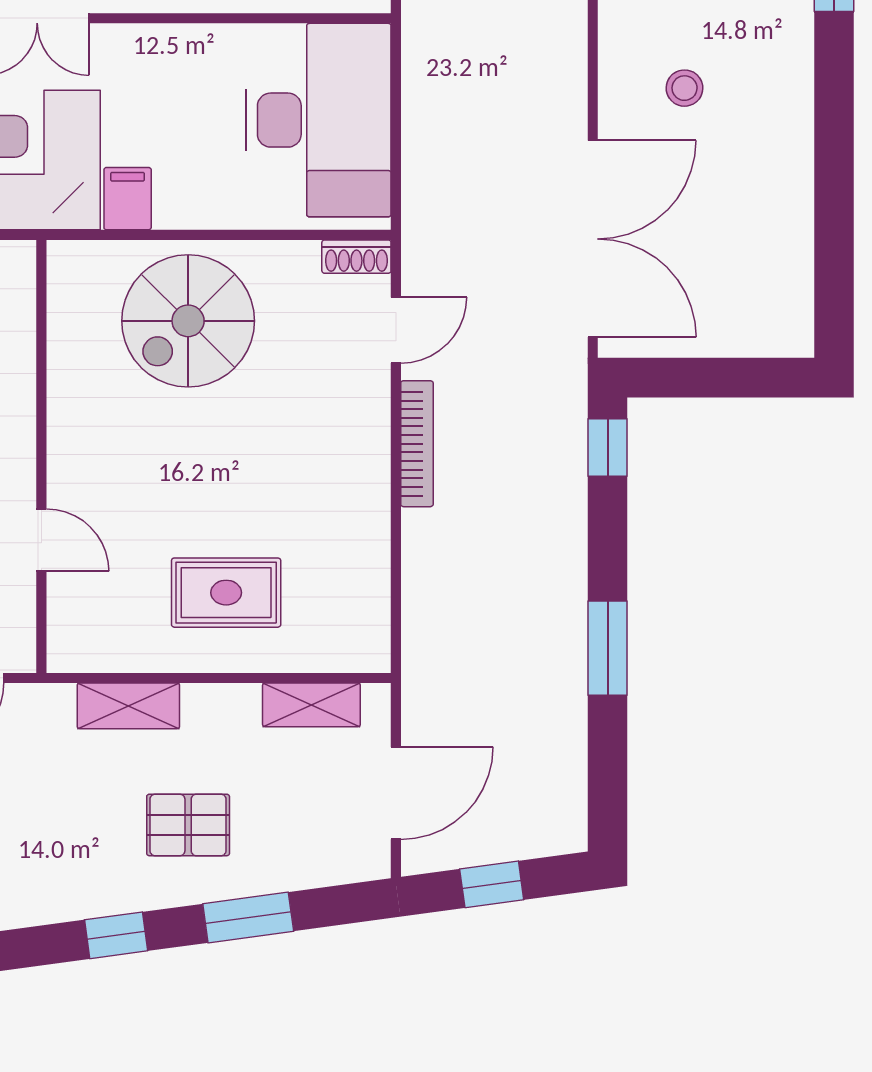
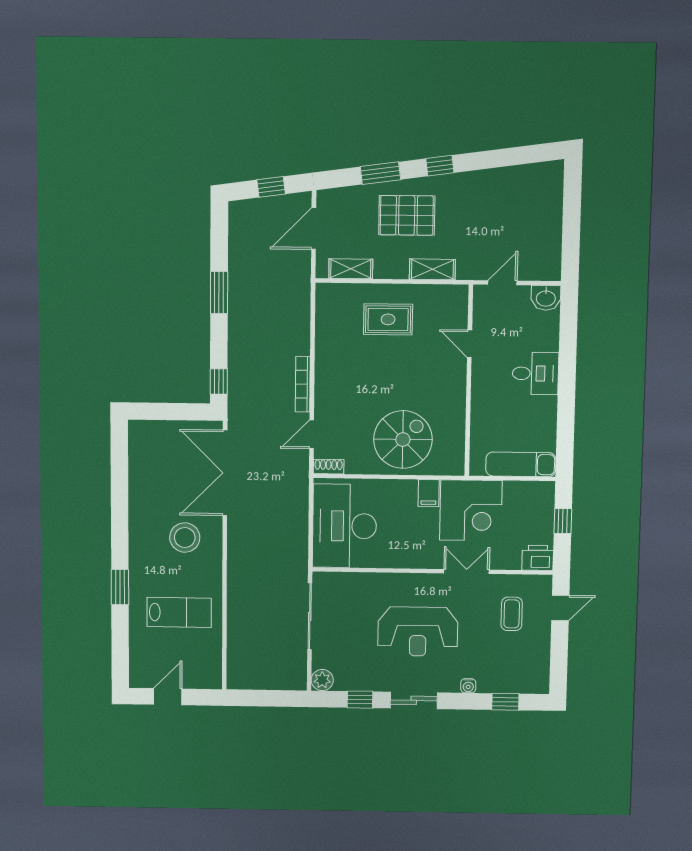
stool: (685, 88) -> (185, 538), width x1.89, depth x1.89
pallet: (188, 825) -> (407, 215), width x1.50, depth x1.42

